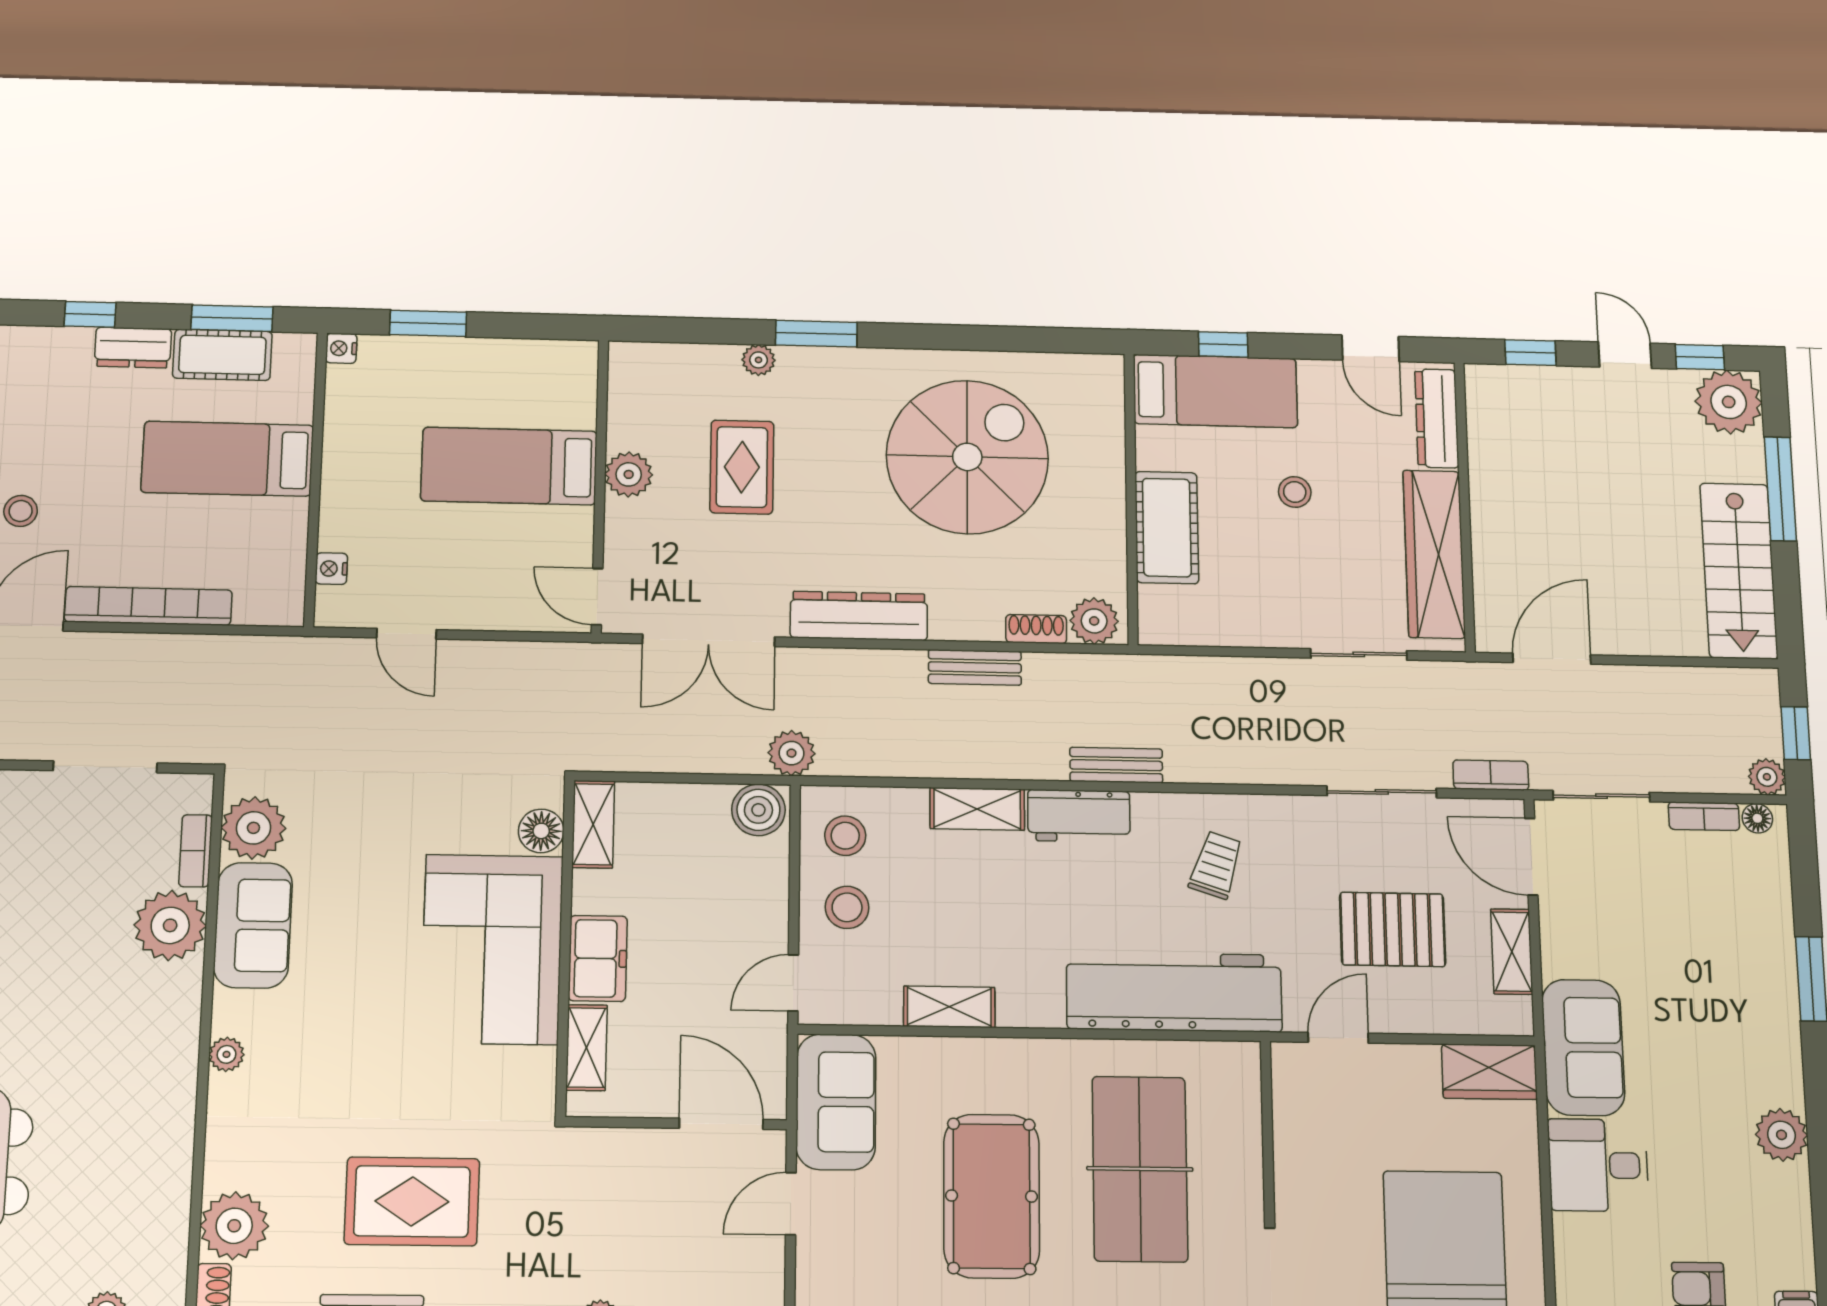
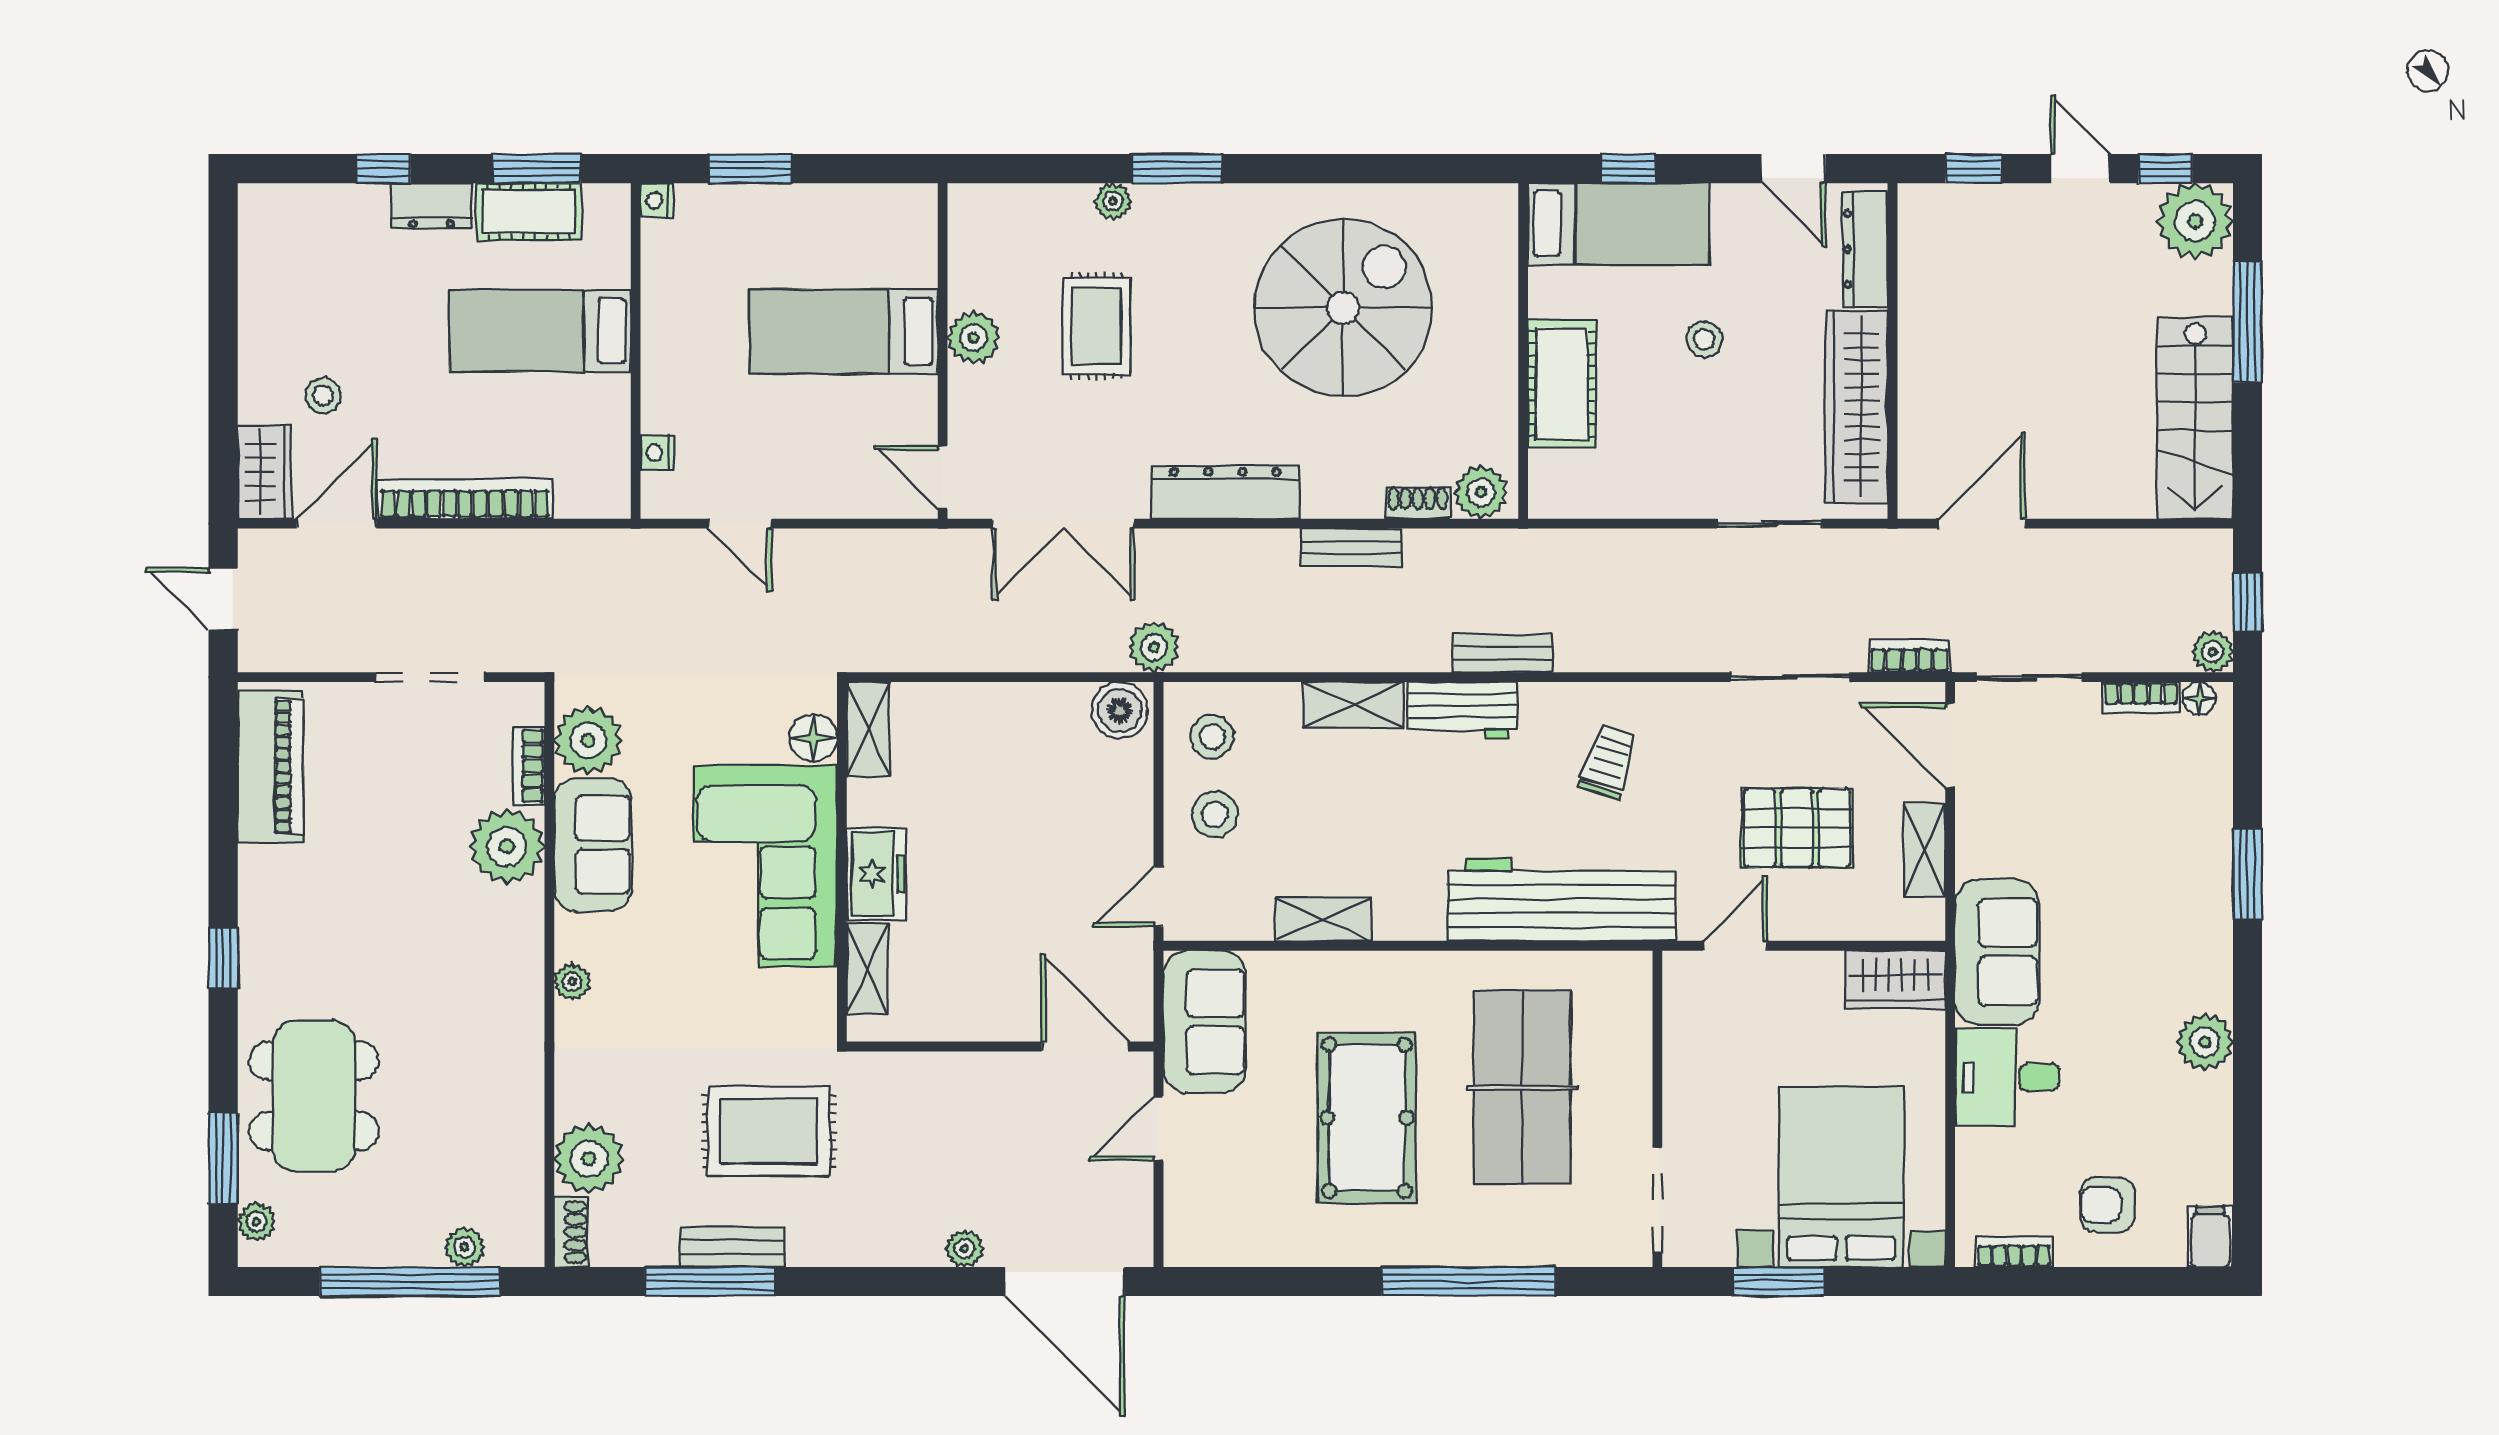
shelving: (593, 824) -> (868, 729), moved
floor lamp: (541, 831) -> (813, 738), moved
wall: (565, 947) -> (842, 862), moved
corner sofa: (492, 949) -> (765, 866), moved
freezer: (598, 958) -> (876, 874), moved
shelving: (587, 1048) -> (867, 969), moved

